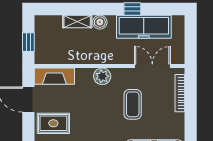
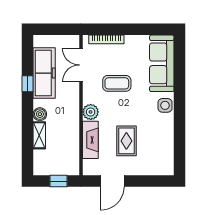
fireplace: (54, 76) -> (90, 140), moved
rug: (53, 123) -> (126, 141), moved

